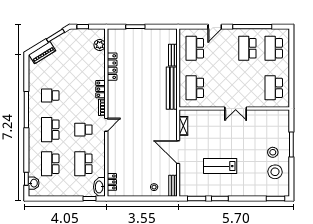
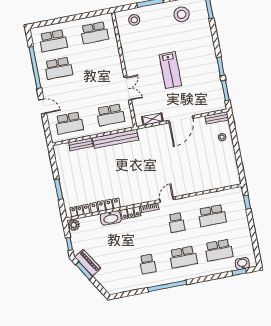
plant: (100, 45) -> (74, 225), moved
piano: (42, 53) -> (88, 263), moved
double door: (236, 109) -> (128, 89), moved
door: (106, 125) -> (167, 200), hinge flipped
stool: (273, 152) -> (134, 20), moved
lab bench: (220, 166) -> (170, 70), moved
locker: (112, 182) -> (80, 211), moved
washbasin: (99, 187) -> (111, 218), moved

